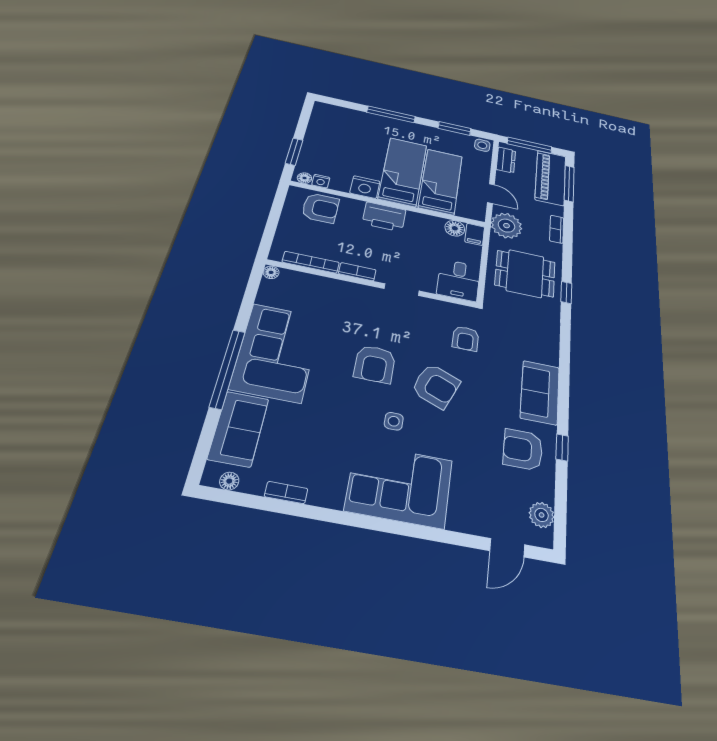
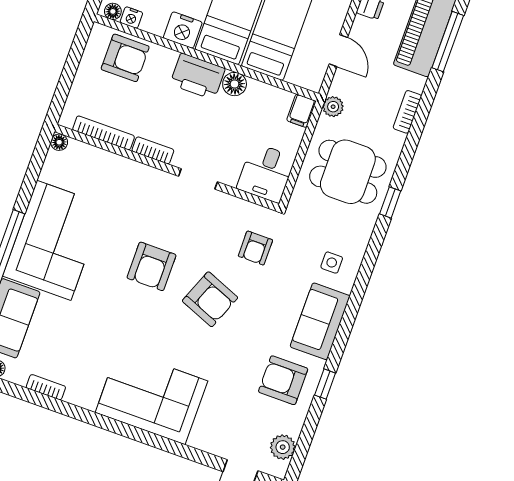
plant: (506, 226) -> (333, 107), width x0.53, depth x0.53
floor lamp: (455, 228) -> (235, 84), moved
side table: (394, 421) -> (332, 263), moved

